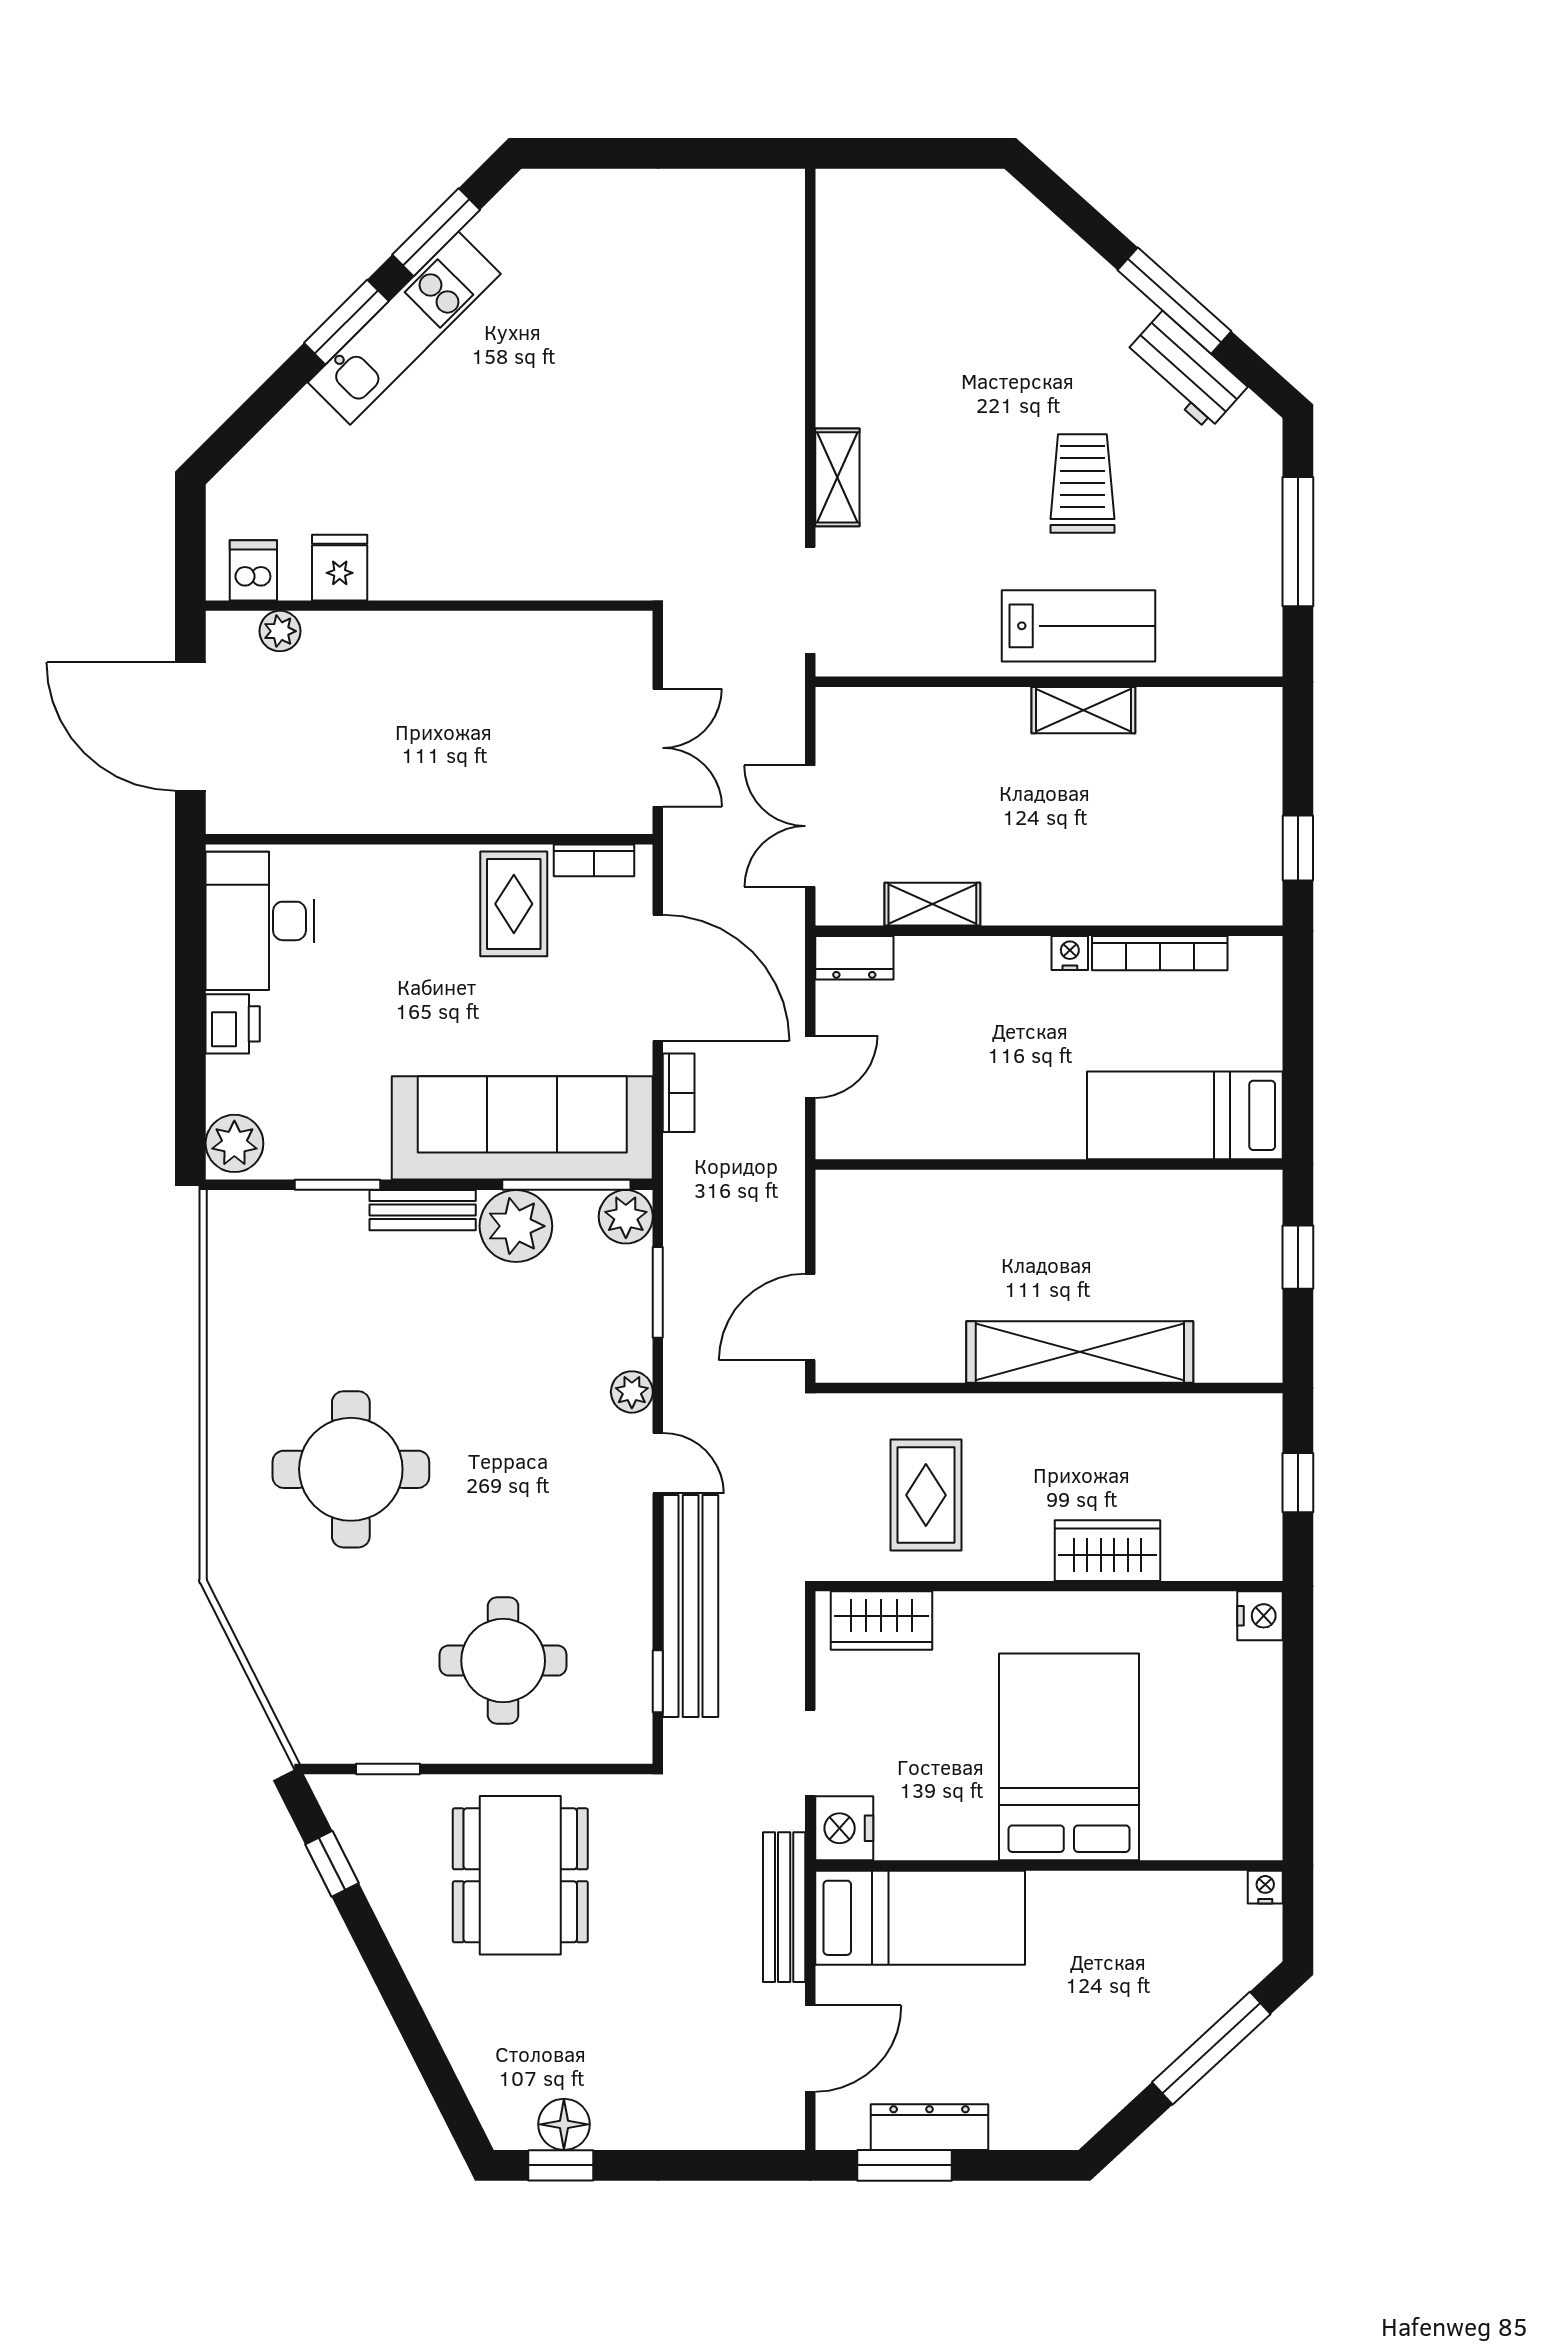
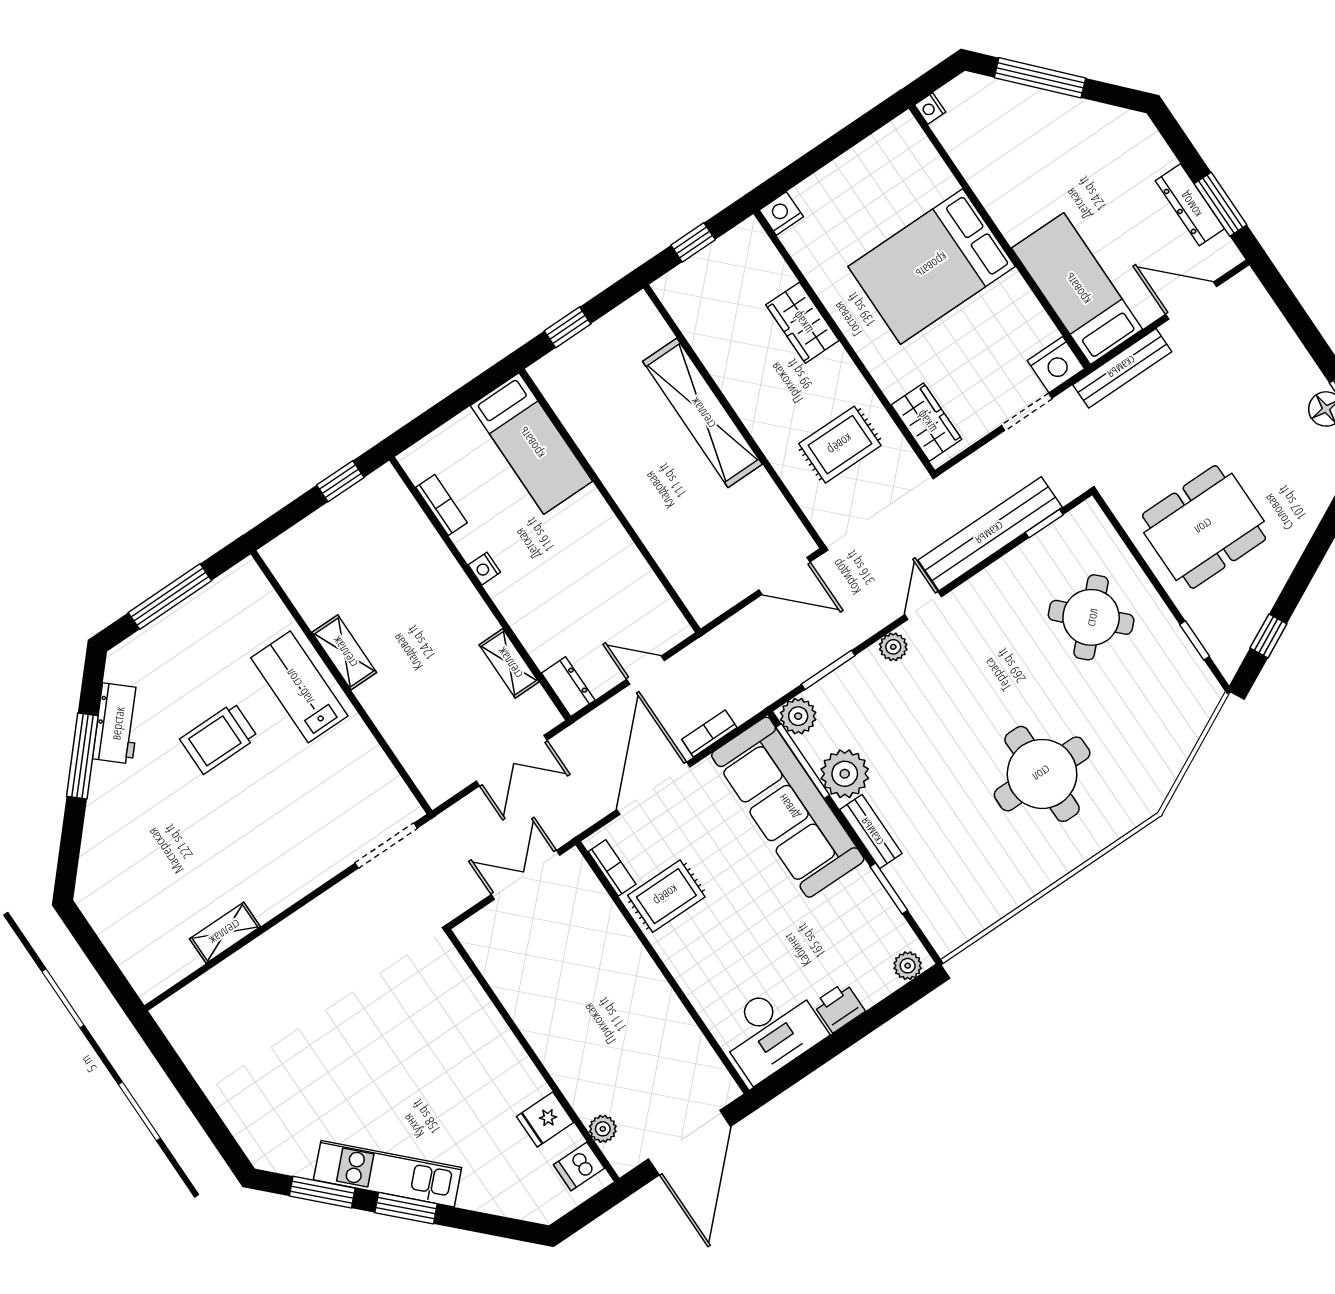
shelving: (837, 477) -> (225, 933), moved
bookcase: (1160, 953) -> (442, 505), width x0.64
plant: (234, 1143) -> (908, 966), width x0.73, depth x0.73
round table: (503, 1661) -> (1091, 617), turned 45

